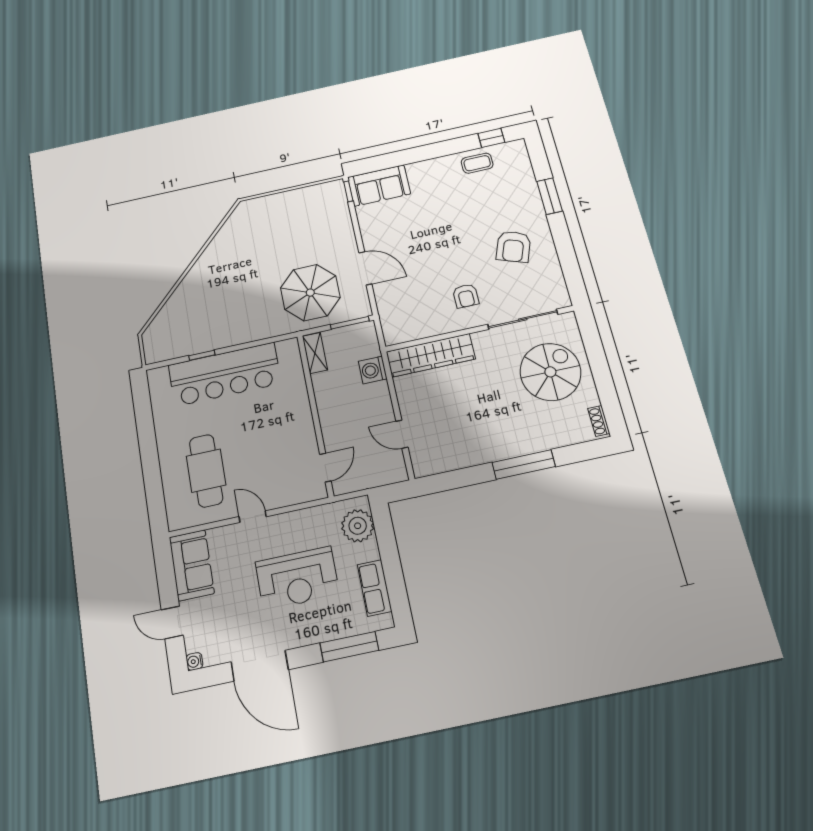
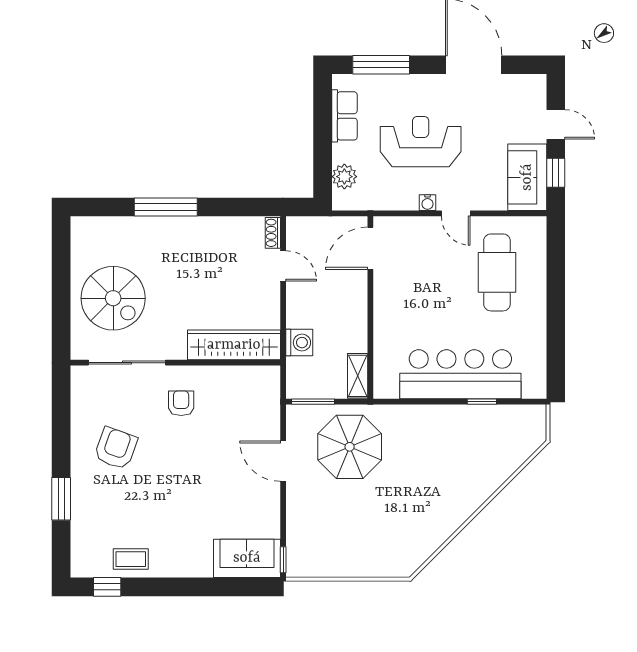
spiral stairs: (550, 372) -> (113, 298), turned -90
shoe rack: (599, 421) -> (273, 233), moved, turned 180
door: (325, 468) -> (370, 248), width x1.38
plant: (358, 526) -> (344, 177), width x0.73, depth x0.73
window: (166, 575) -> (556, 173), added
water cooler: (194, 661) -> (427, 203), moved, turned 90

